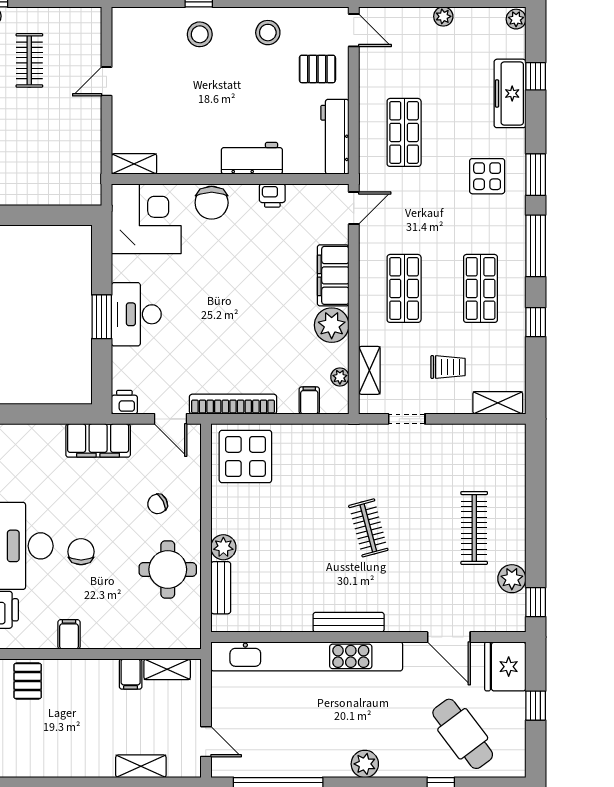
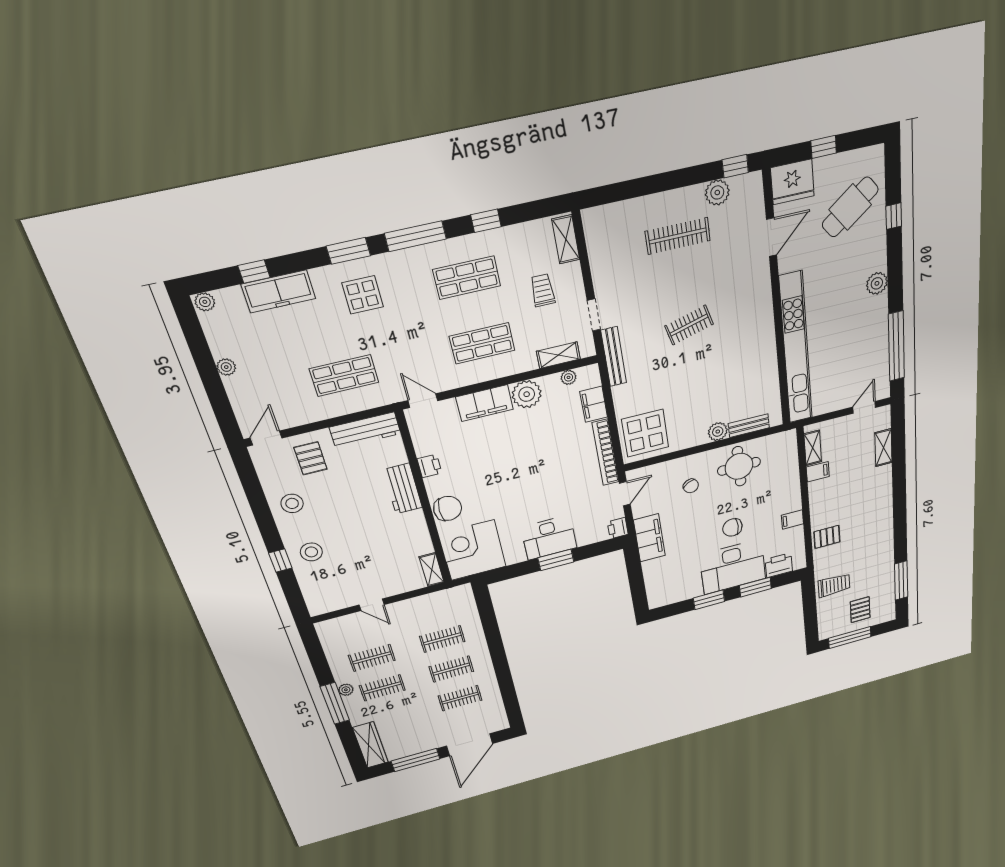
clothes rail: (29, 152) -> (442, 639), added
filing cabinet: (309, 400) -> (594, 404), width x2.00
bench: (349, 622) -> (614, 357), moved

